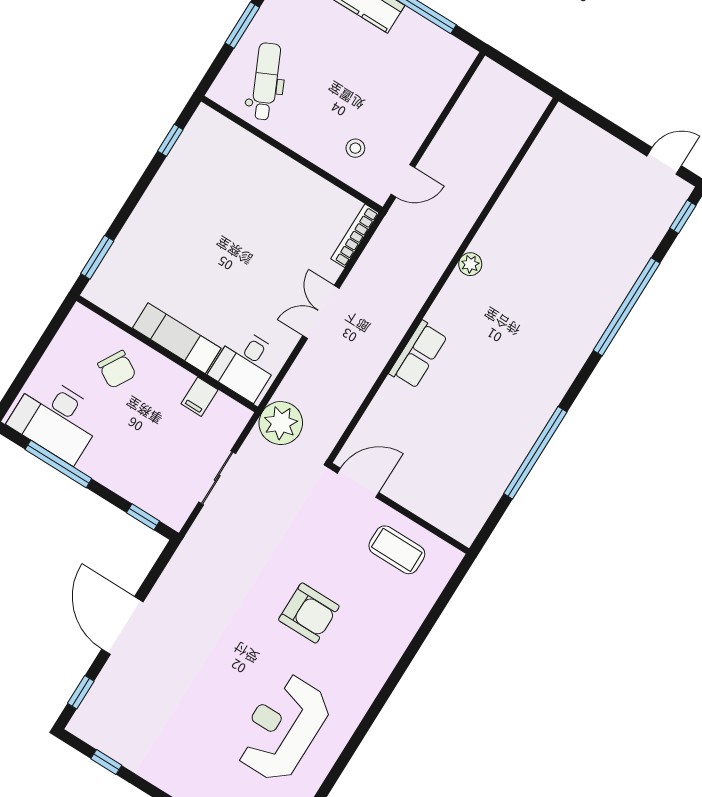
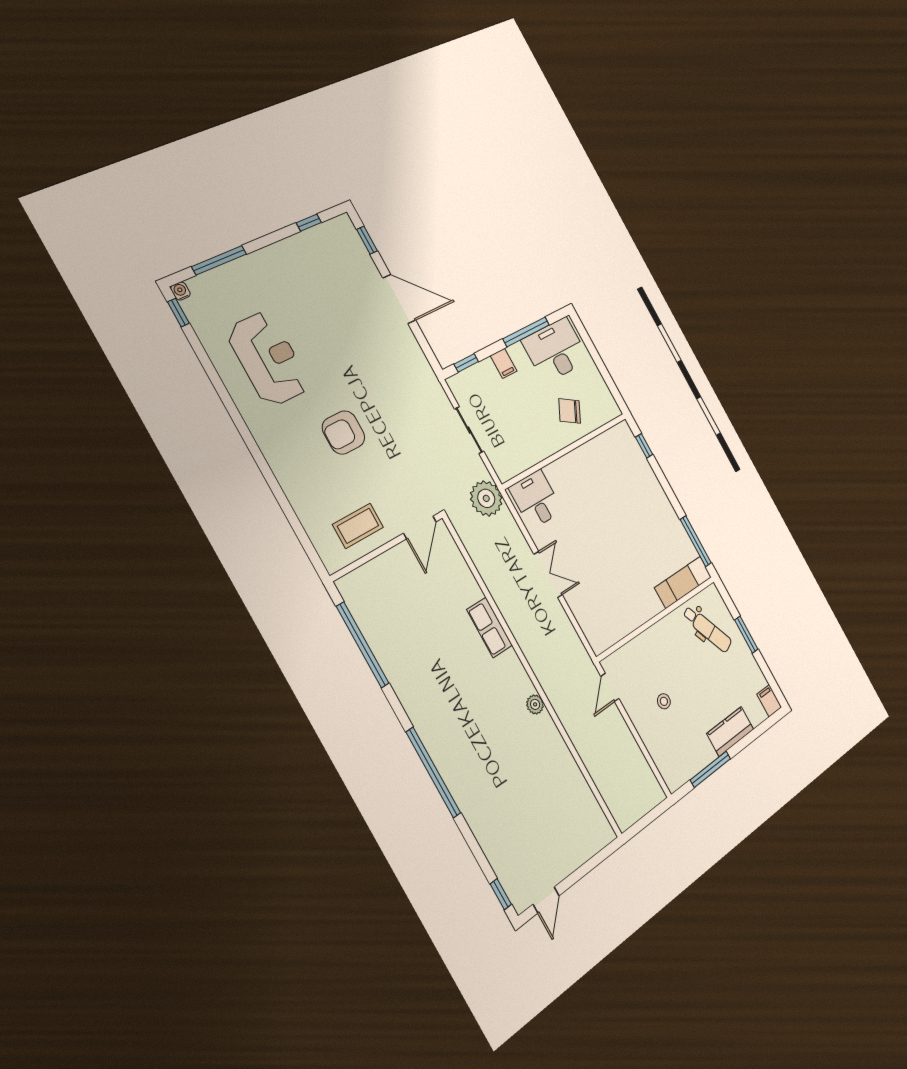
window: (170, 140) -> (696, 541), width x2.17
stool: (355, 148) -> (664, 701), moved
bookcase: (355, 236) -> (588, 630), removed
window: (97, 257) -> (644, 446), width x0.67
window: (627, 307) -> (433, 772), moved
exam couch: (177, 338) -> (683, 582), moved, turned 180
filing cabinet: (199, 397) -> (504, 363), moved, turned 180
window: (535, 453) -> (363, 645), moved

